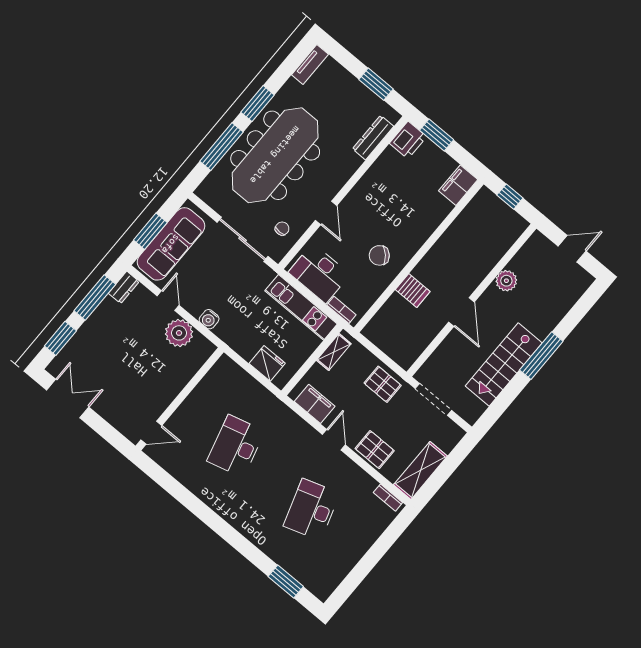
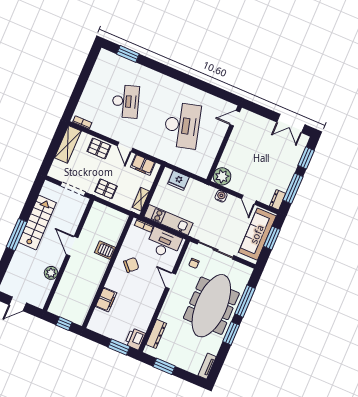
filing cabinet: (458, 185) -> (106, 300), moved
plant: (179, 333) -> (222, 176), moved
desk: (236, 446) -> (182, 125), width x1.36, depth x1.30

